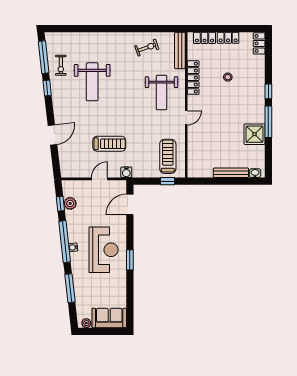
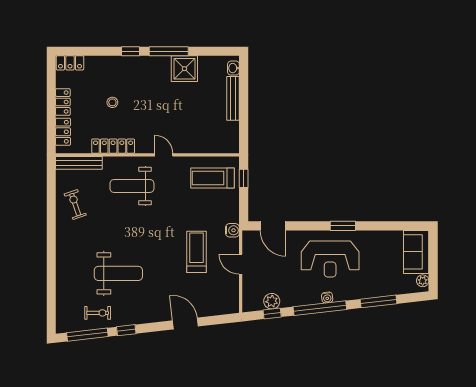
weight bench: (161, 93) -> (132, 186), turned 180
reception desk: (104, 250) -> (330, 259), turned 180

